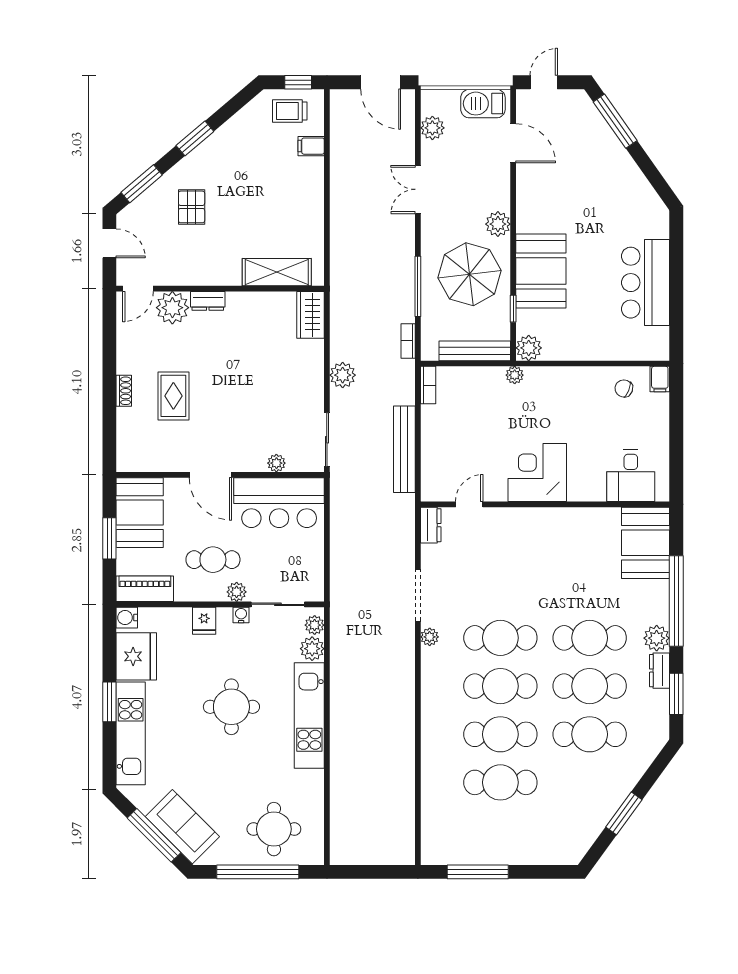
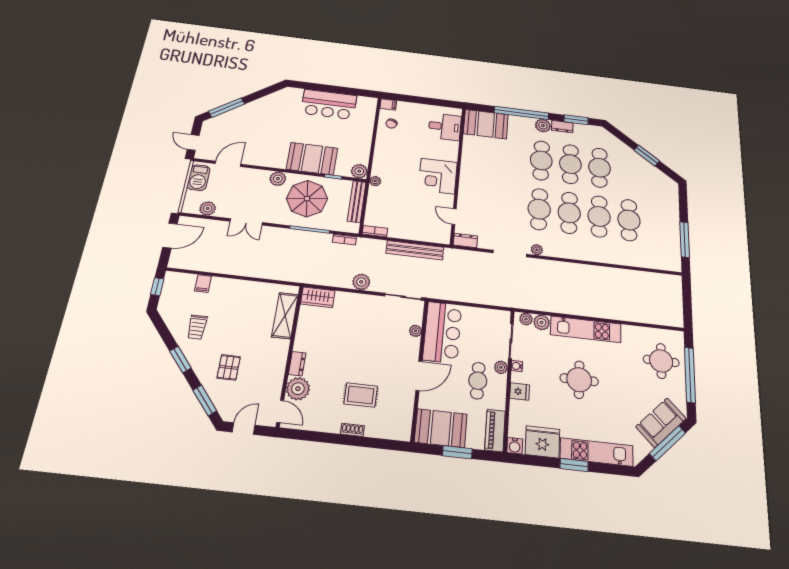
trolley: (290, 111) -> (197, 327), moved
pallet: (192, 207) -> (229, 367), turned 90

